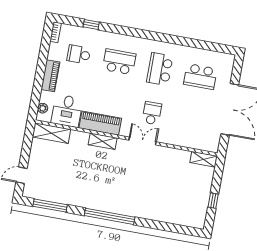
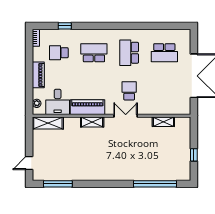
shelving: (204, 159) -> (163, 122), moved
window: (110, 216) -> (155, 184), moved

